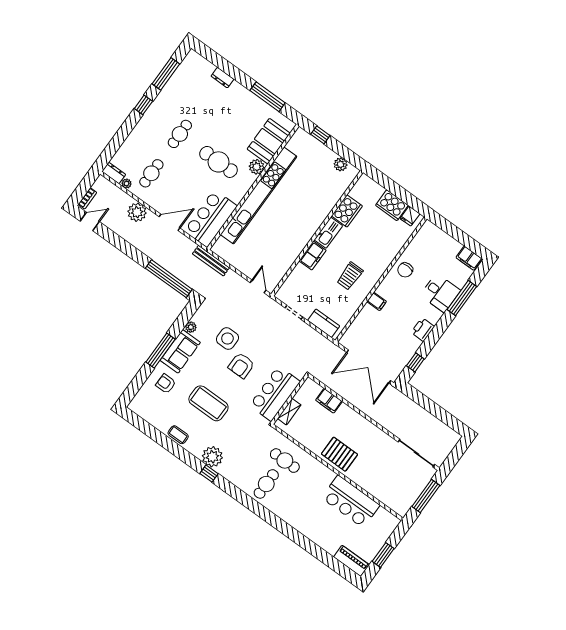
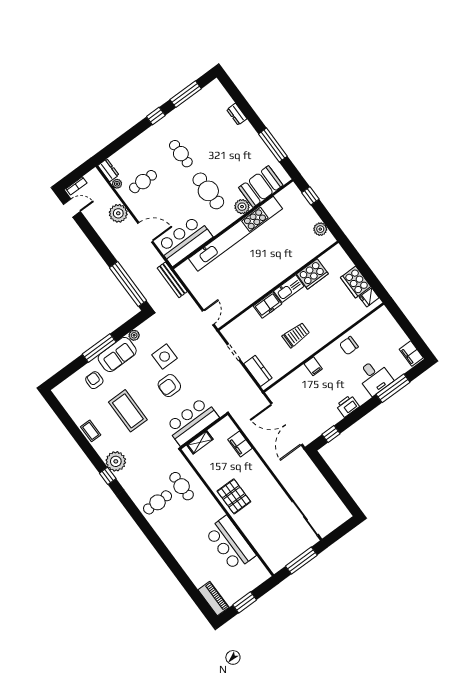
cafe table: (180, 134) -> (181, 154), turned 90
trolley: (350, 276) -> (296, 335), turned 180

